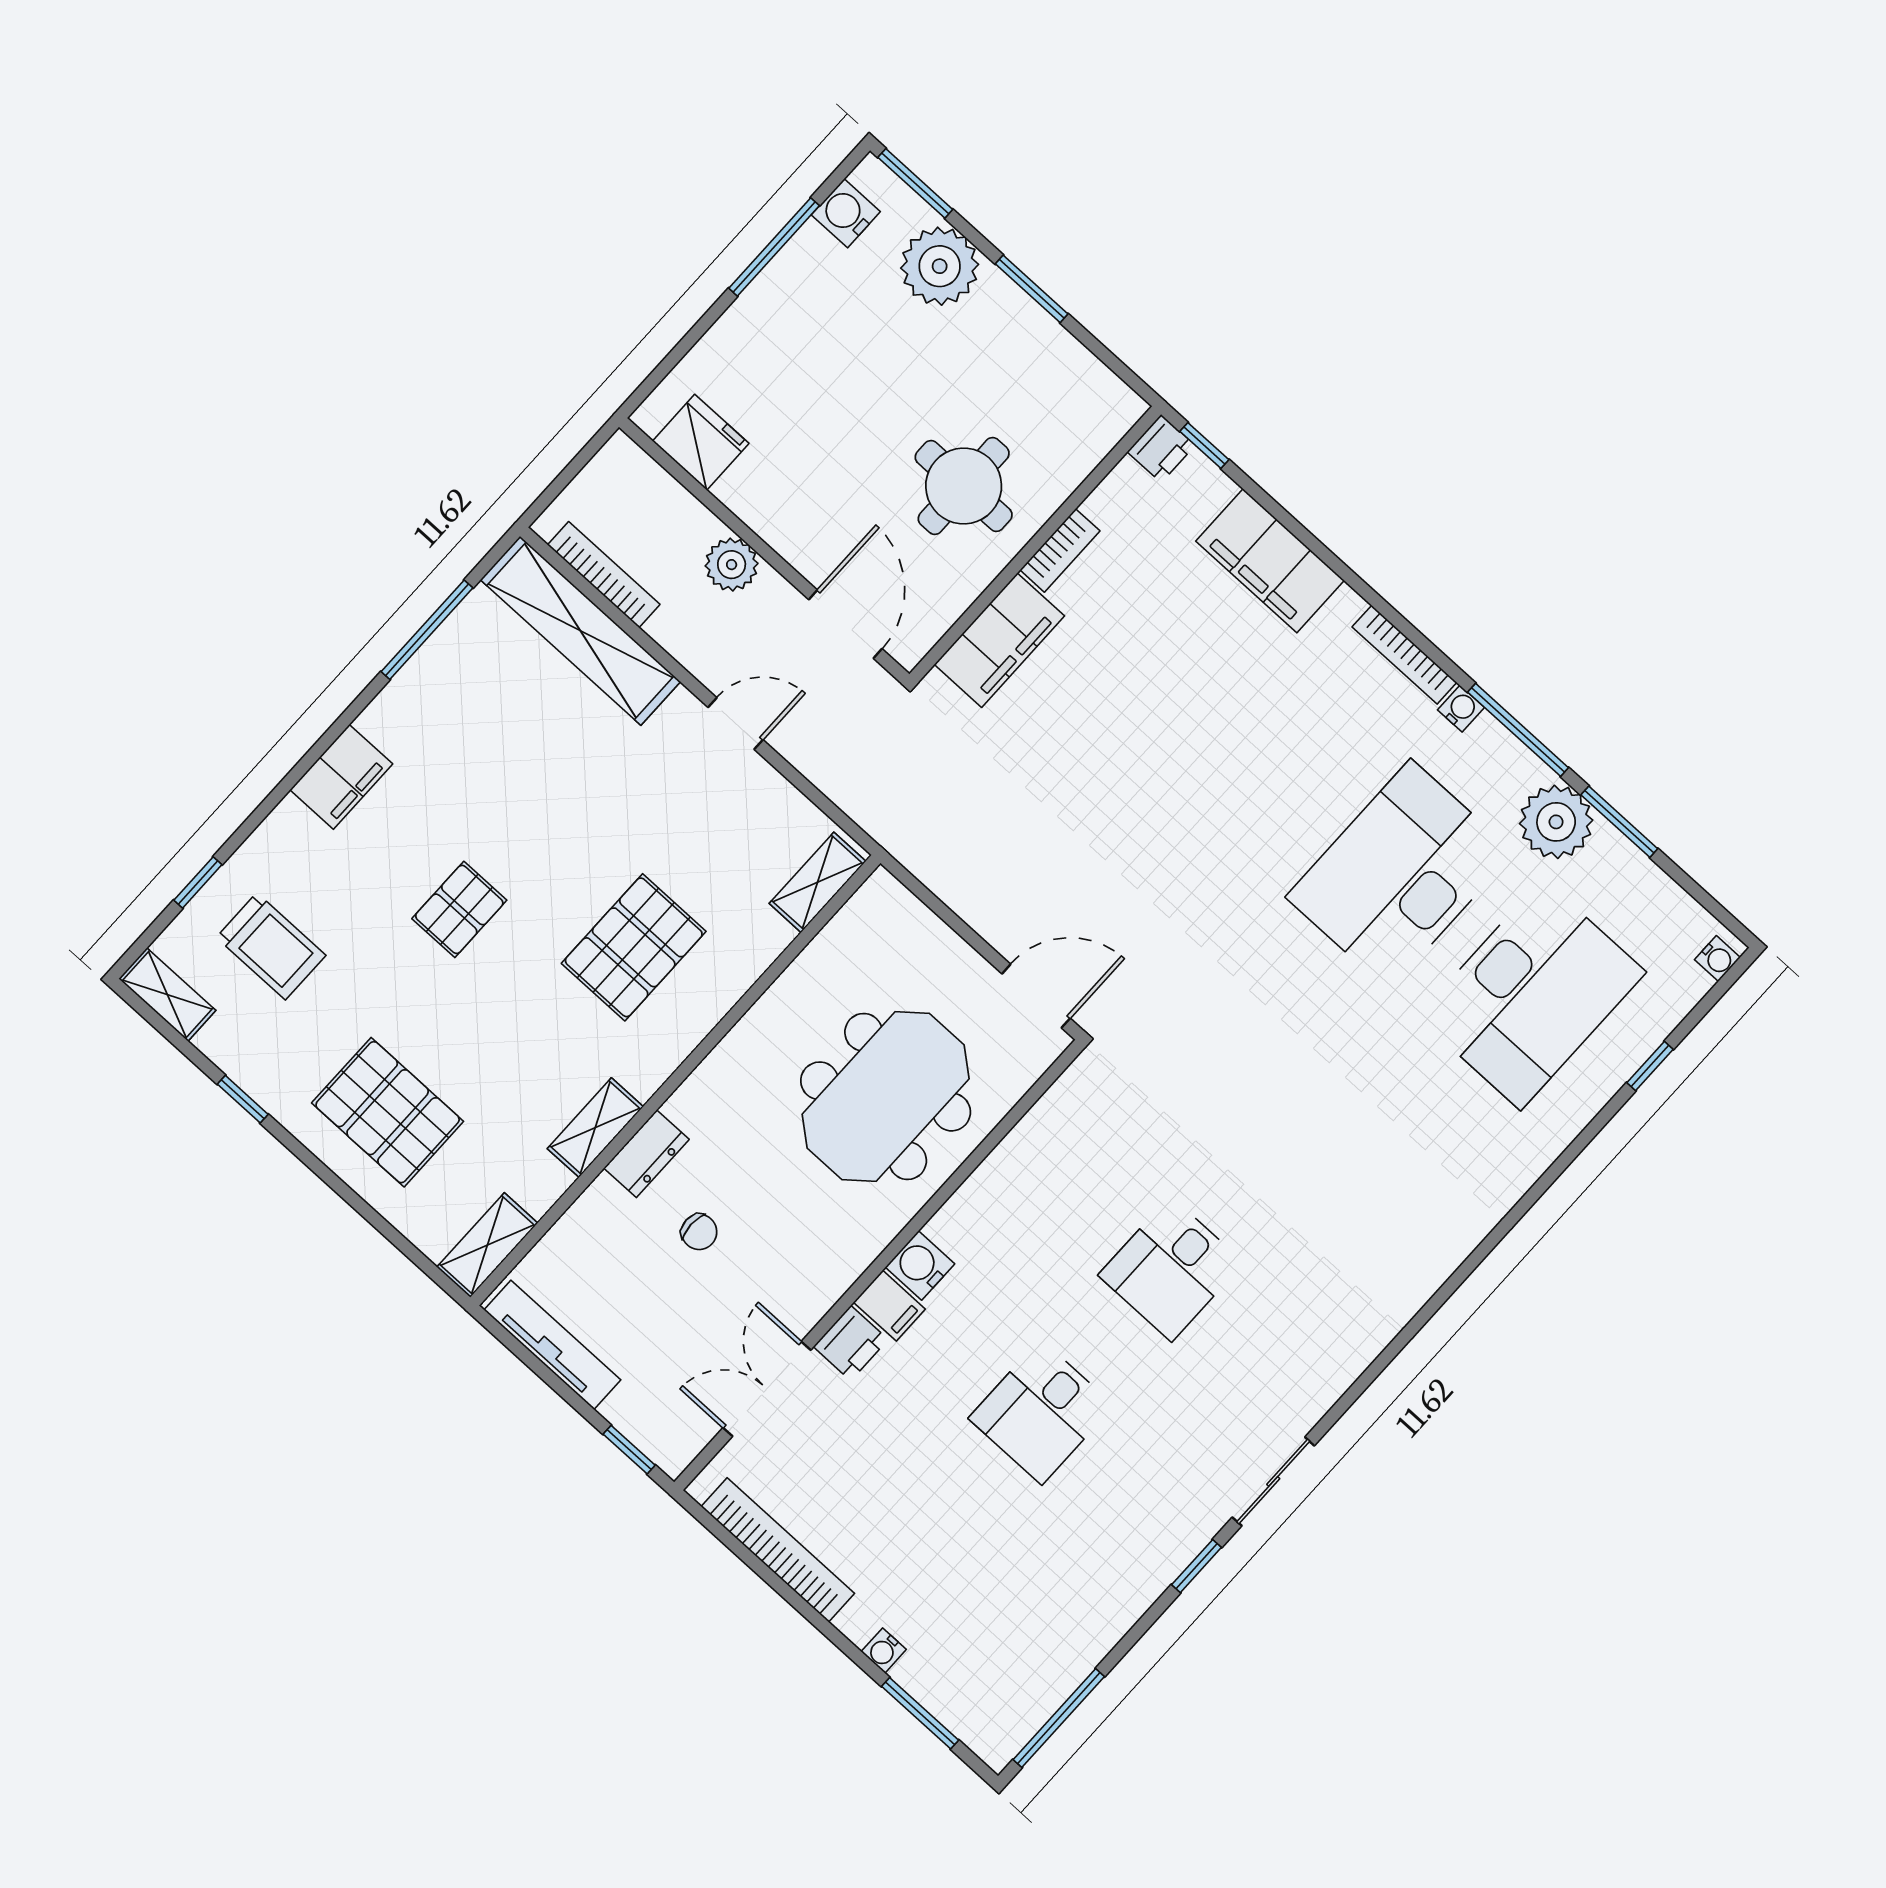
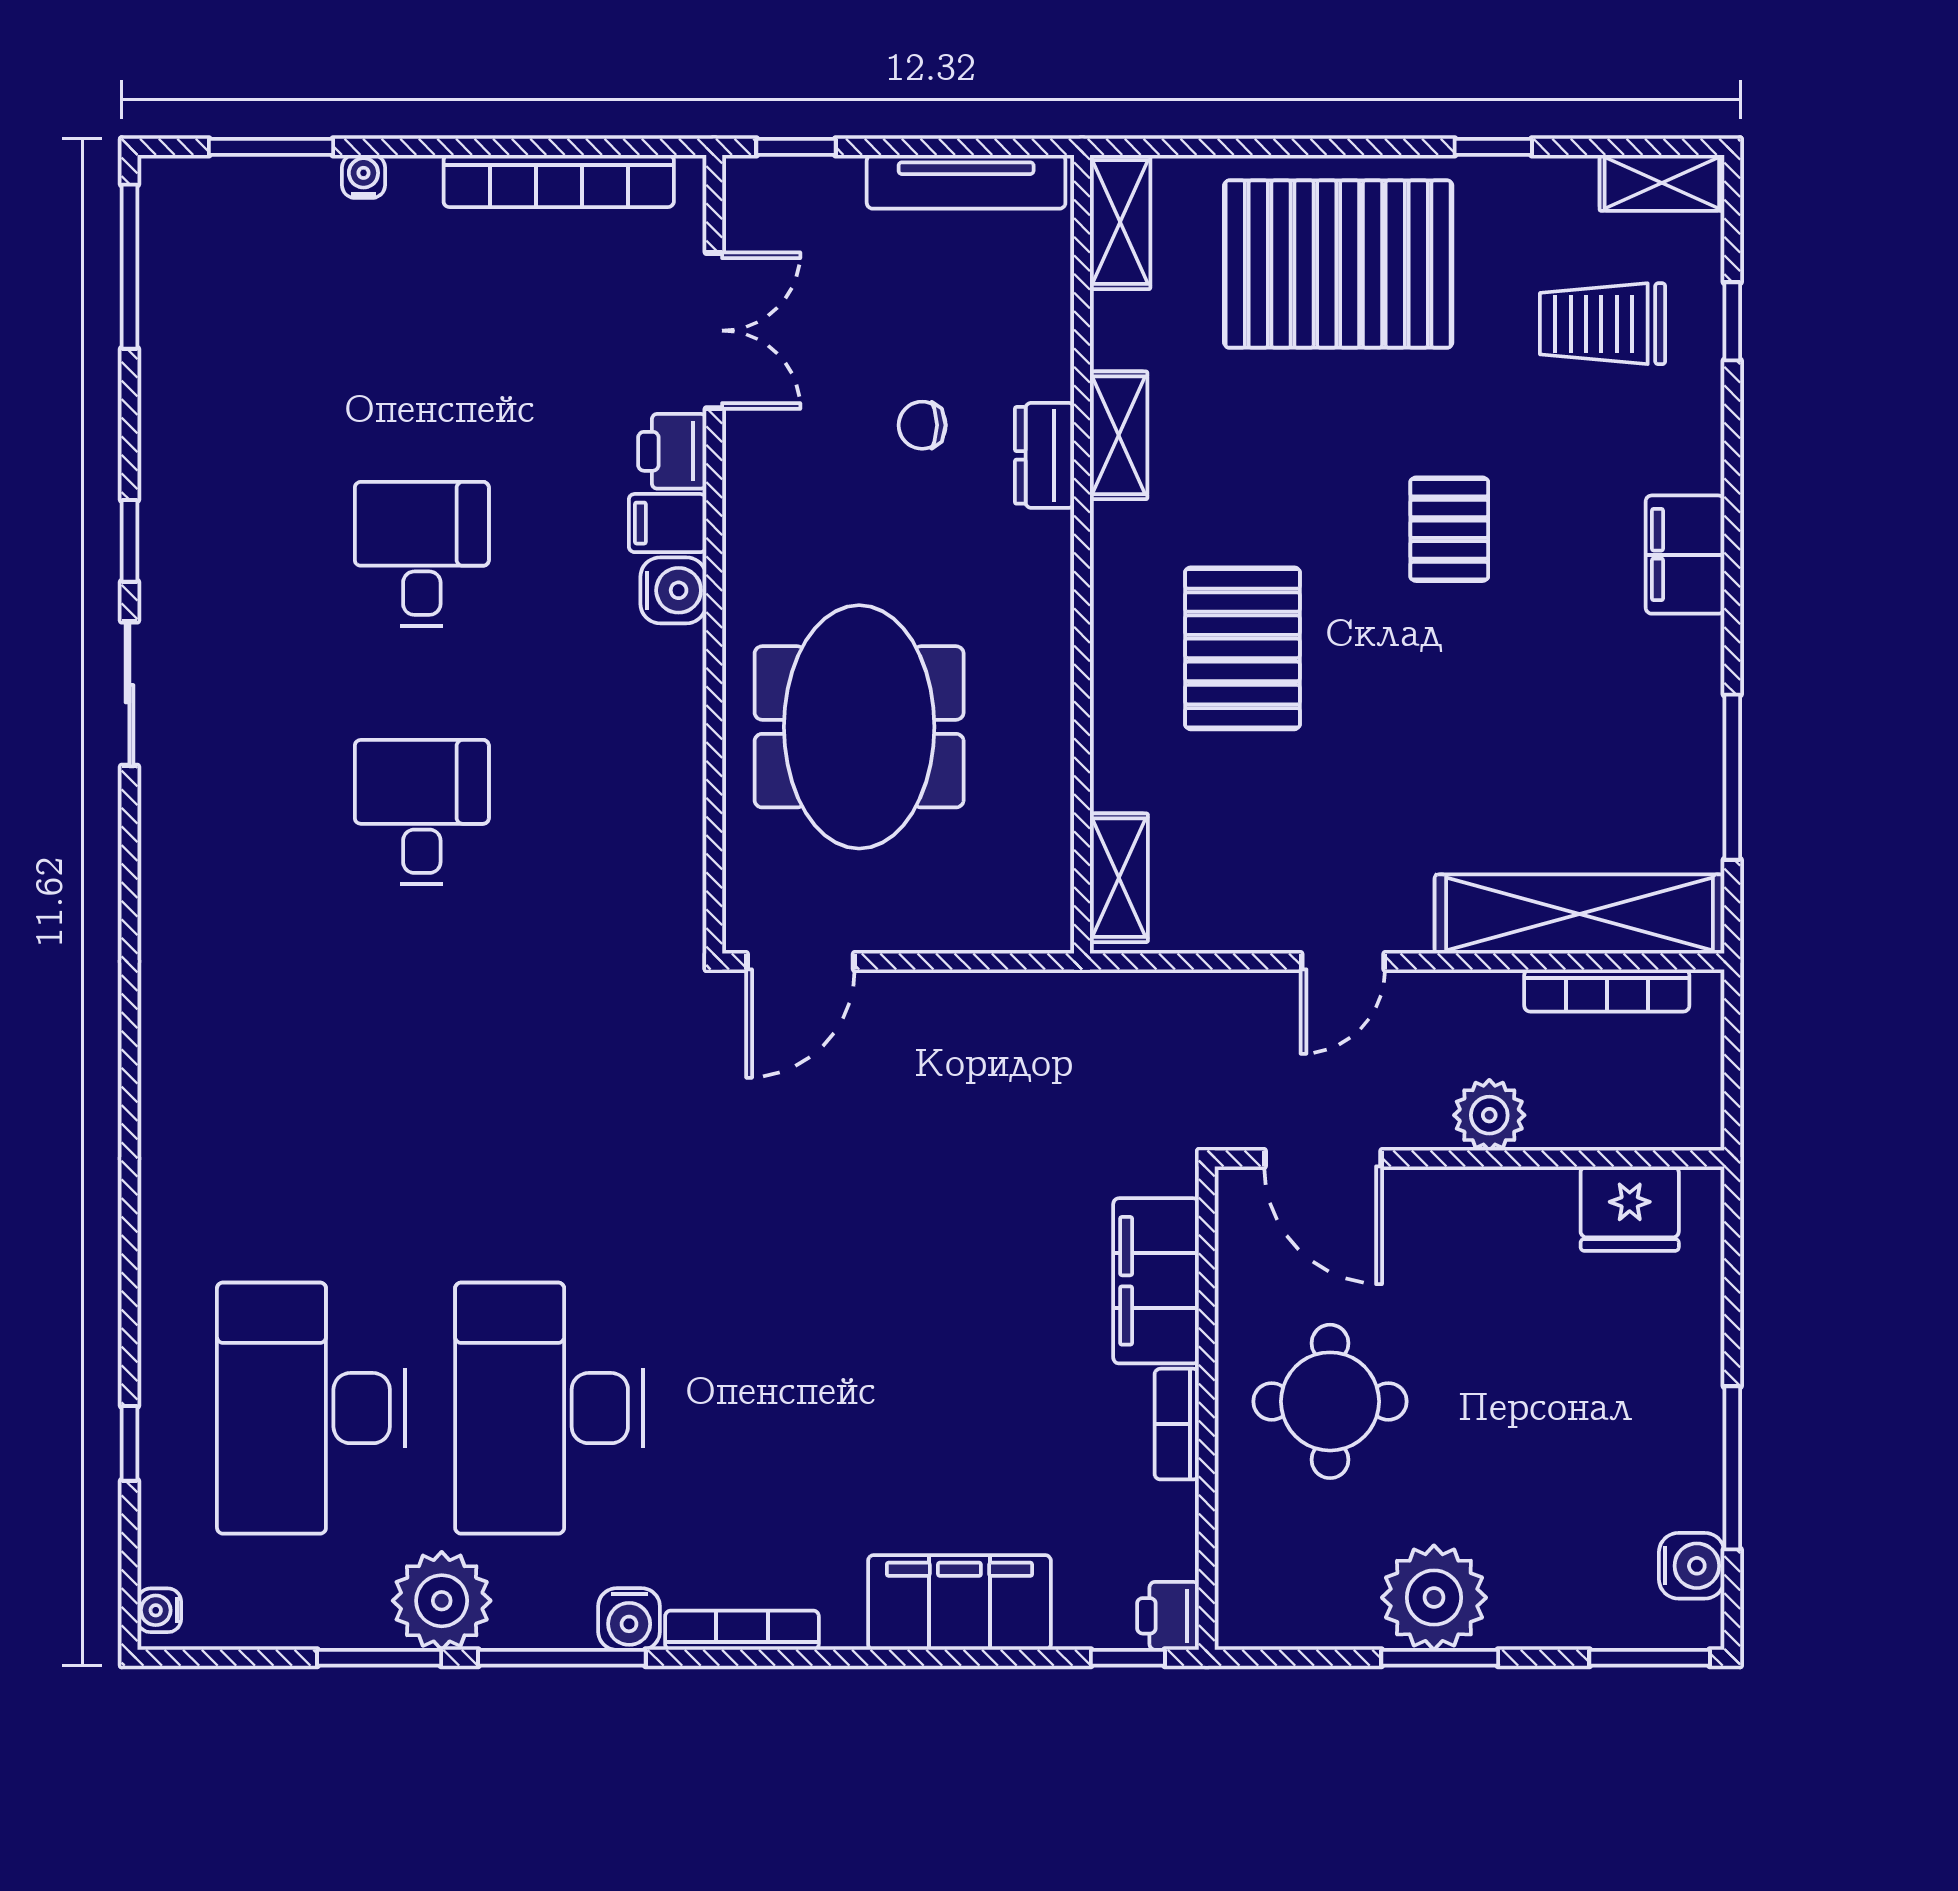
plant: (940, 266) -> (1434, 1598), moved
water cooler: (1461, 709) -> (629, 1619), width x1.38, depth x1.38
desk: (1400, 875) -> (549, 1408), turned 180
pallet: (388, 1112) -> (1338, 264), width x1.37, depth x1.41

